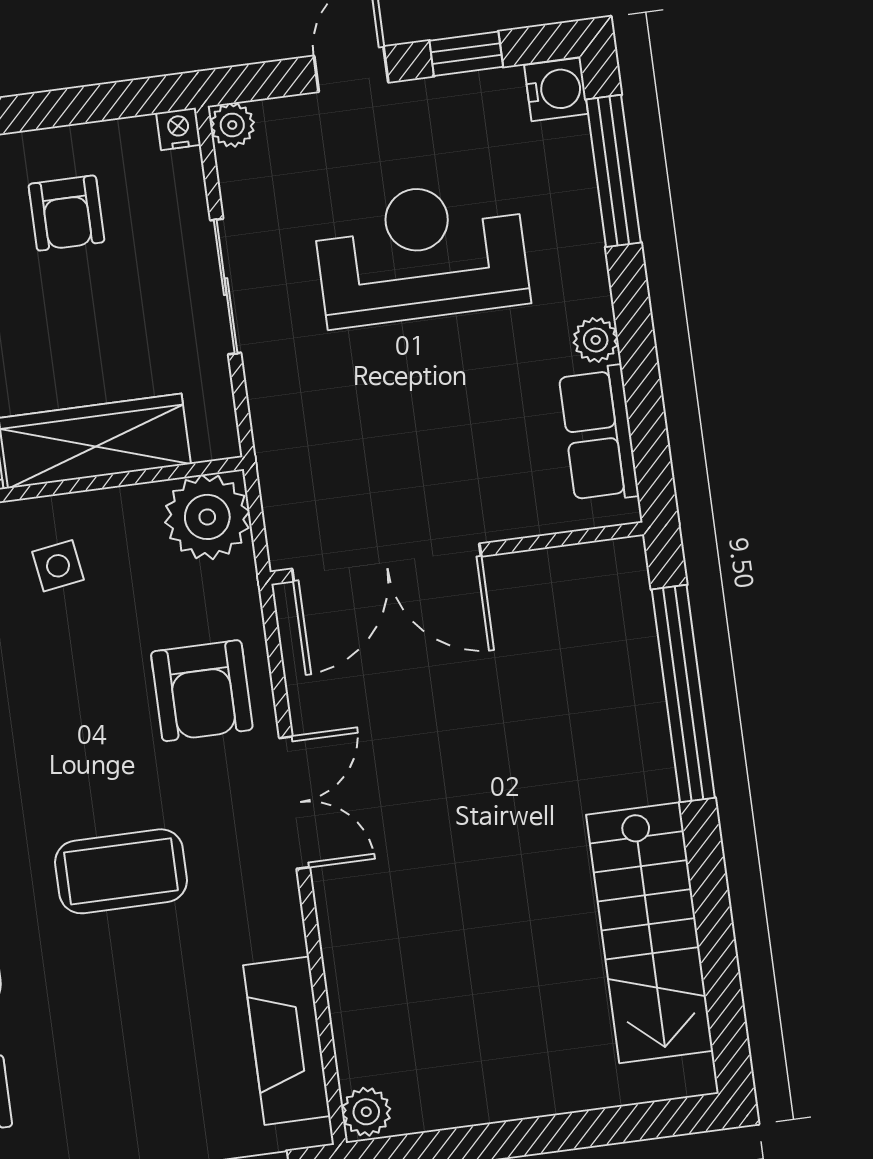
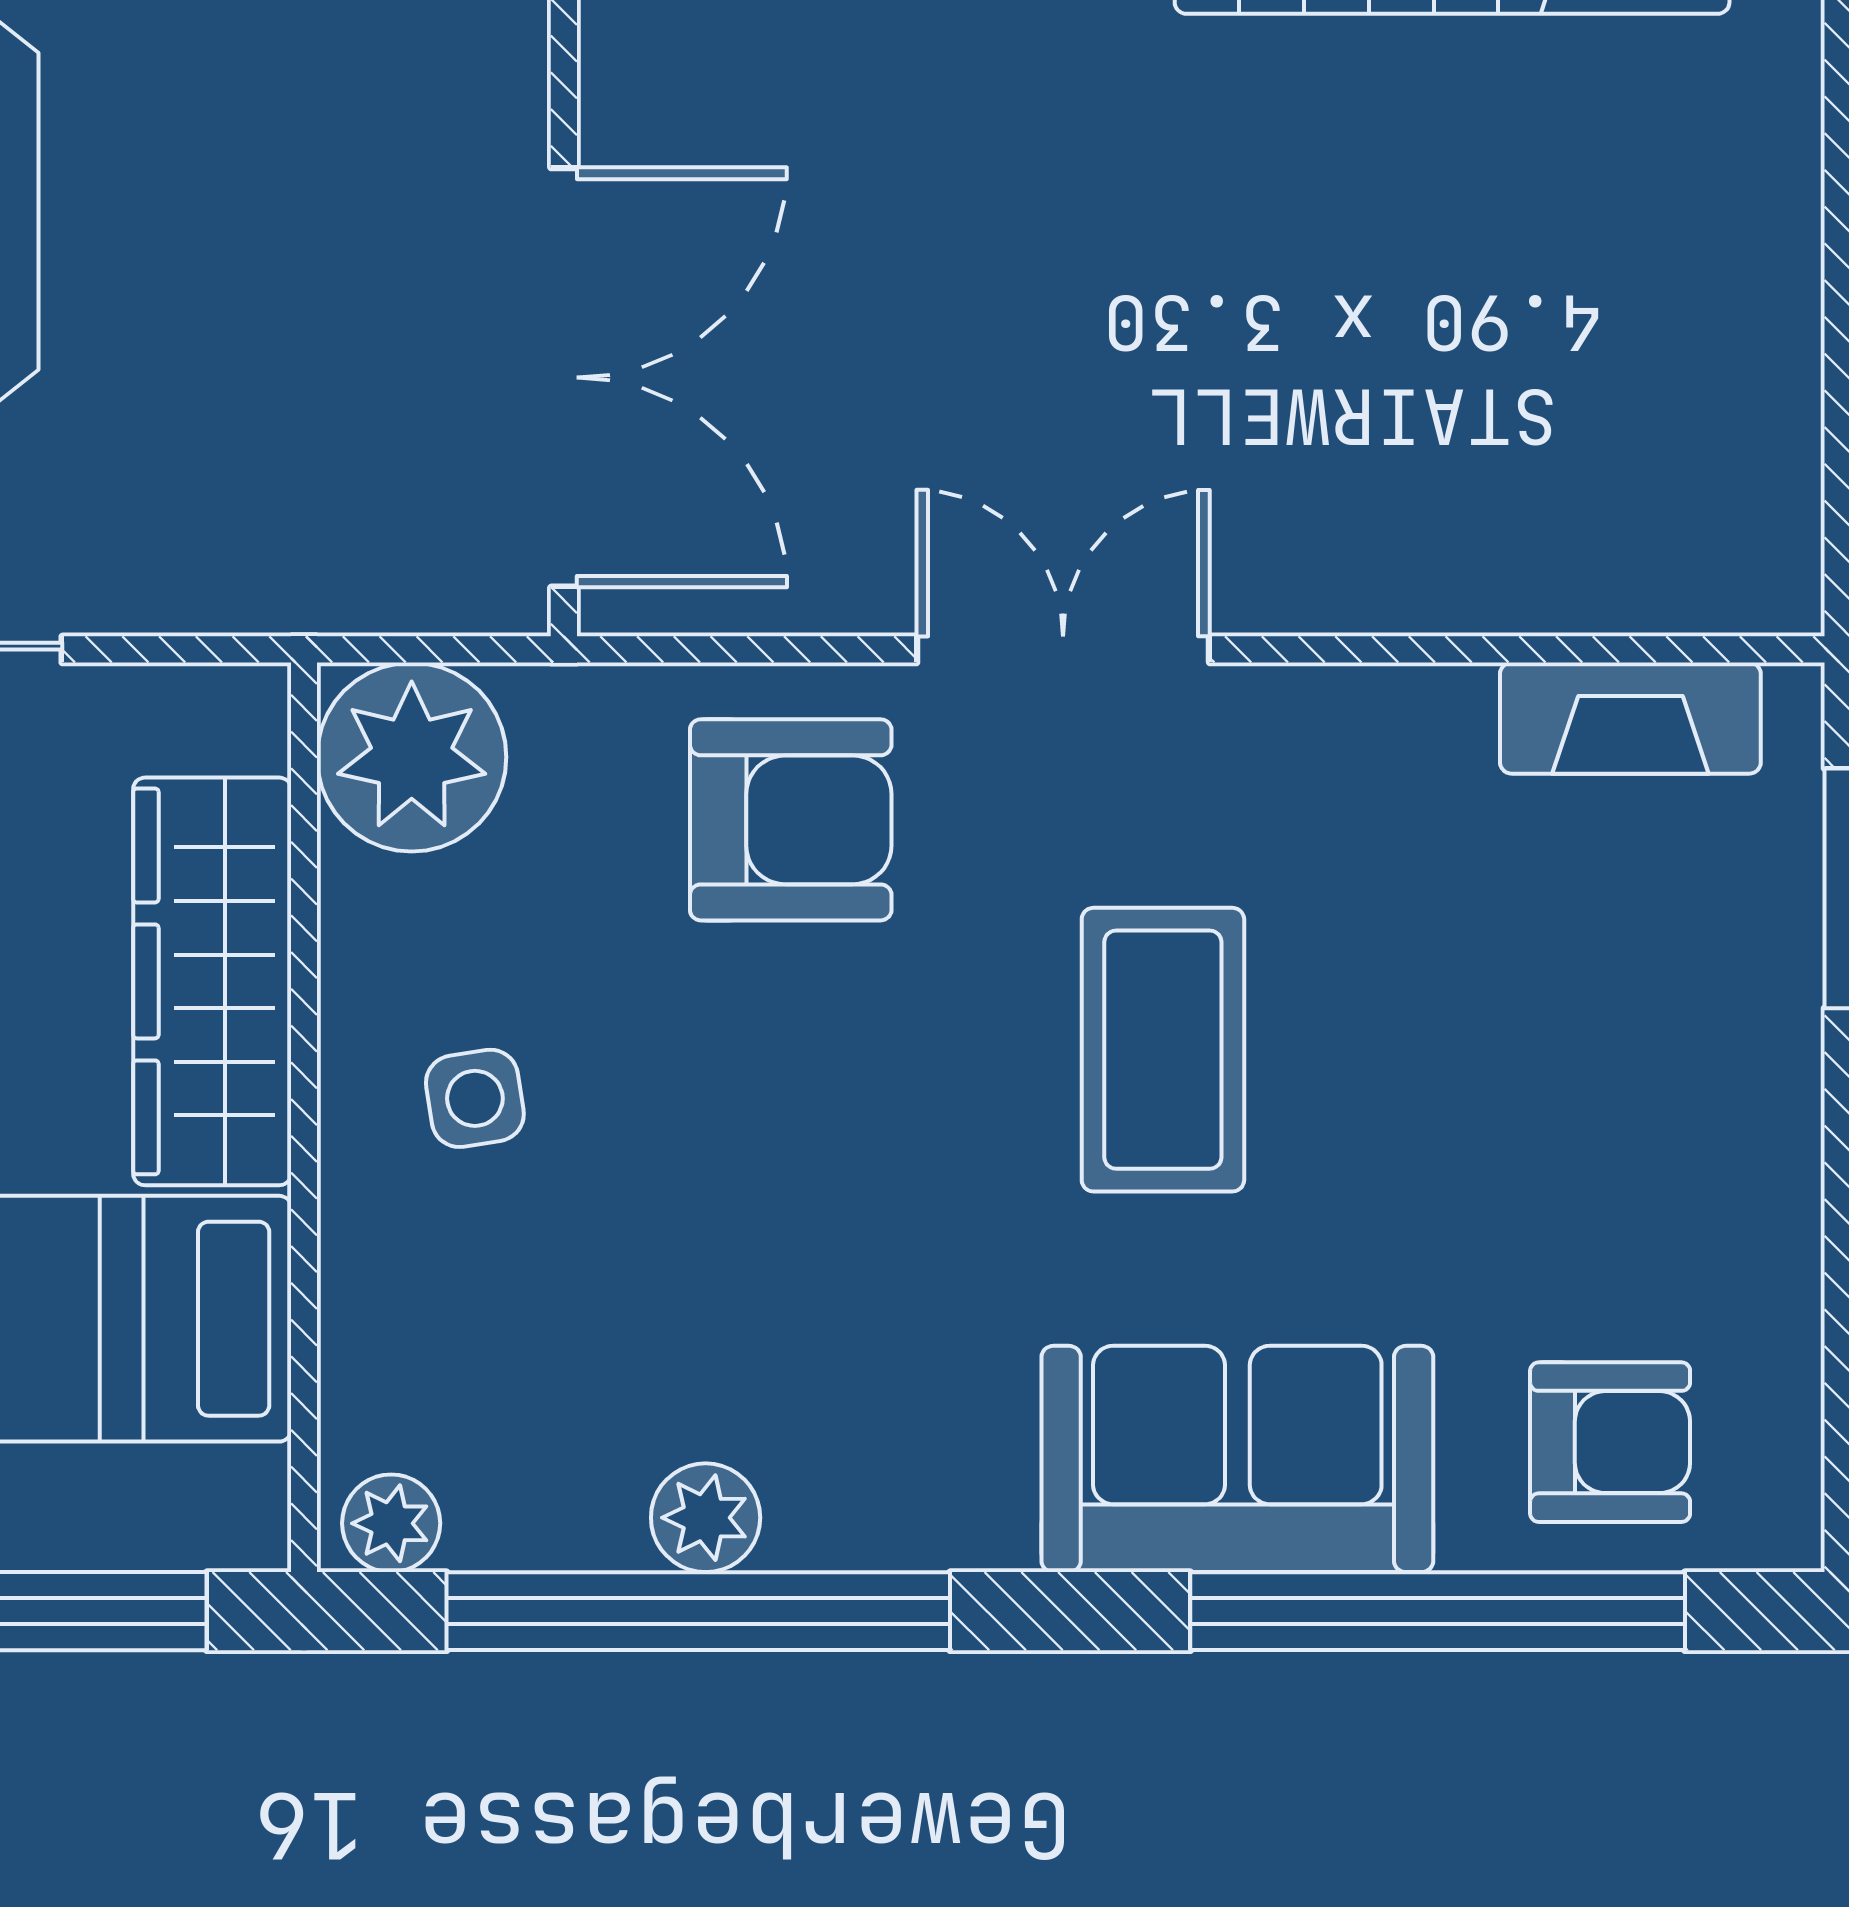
fireplace: (287, 1041) -> (1630, 718), width x0.73, depth x0.76
plant: (366, 1112) -> (1761, 583), removed

